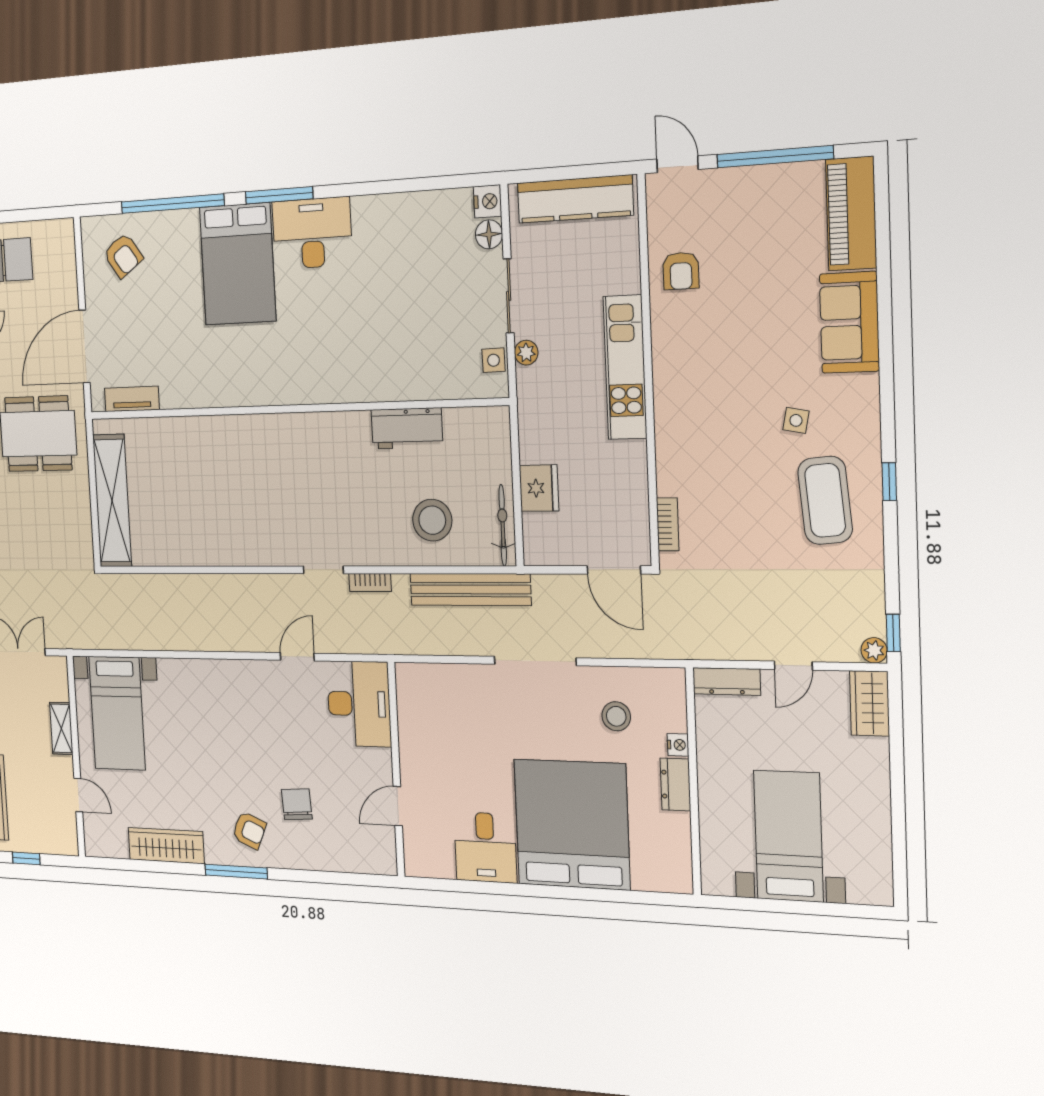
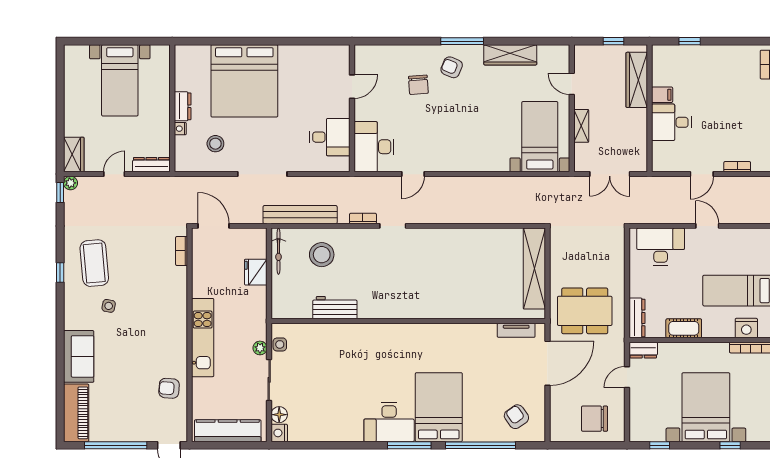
armchair: (681, 271) -> (169, 388), turned -86
desk: (485, 847) -> (330, 137), moved, turned 90

